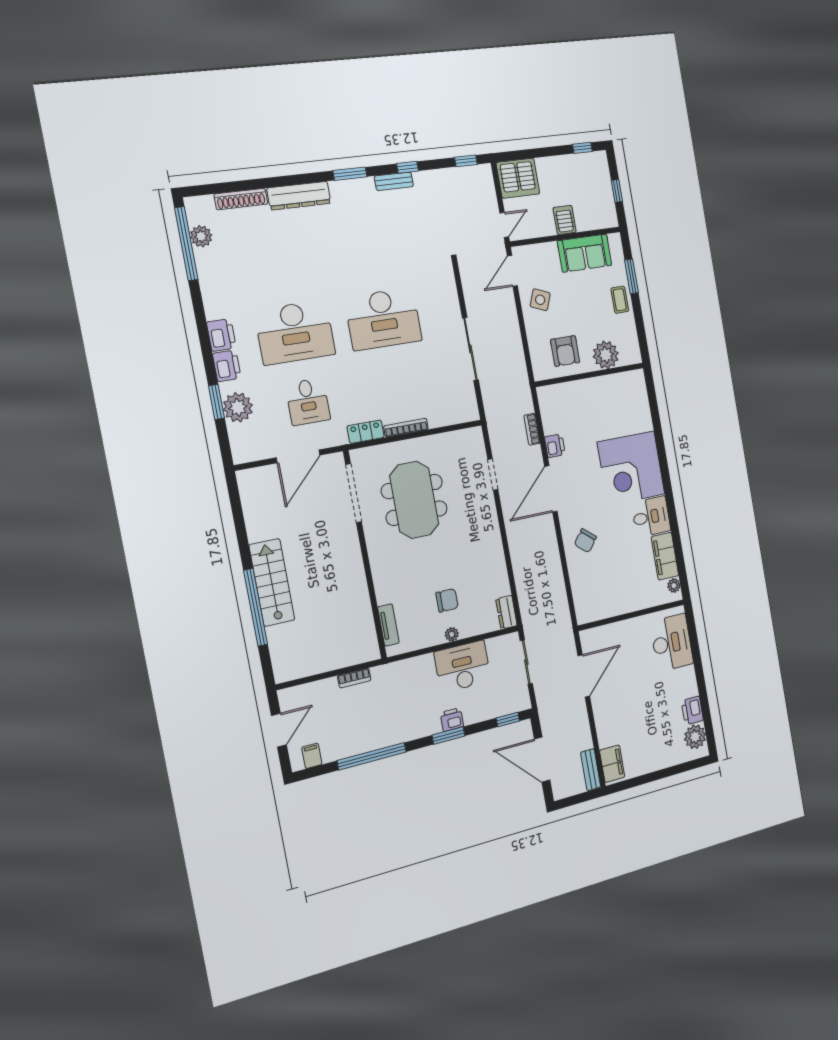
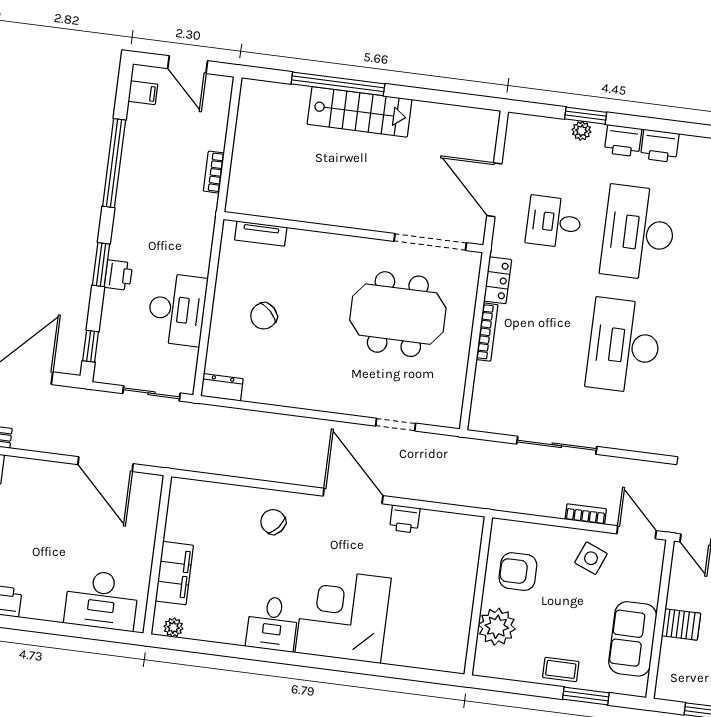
plant: (238, 407) -> (581, 131), width x0.53, depth x0.53
bookcase: (532, 429) -> (586, 514), moved
filing cabinet: (665, 556) -> (174, 573), moved, turned 90
chair: (447, 600) -> (264, 316), turned 44
plant: (452, 634) -> (221, 308), removed

